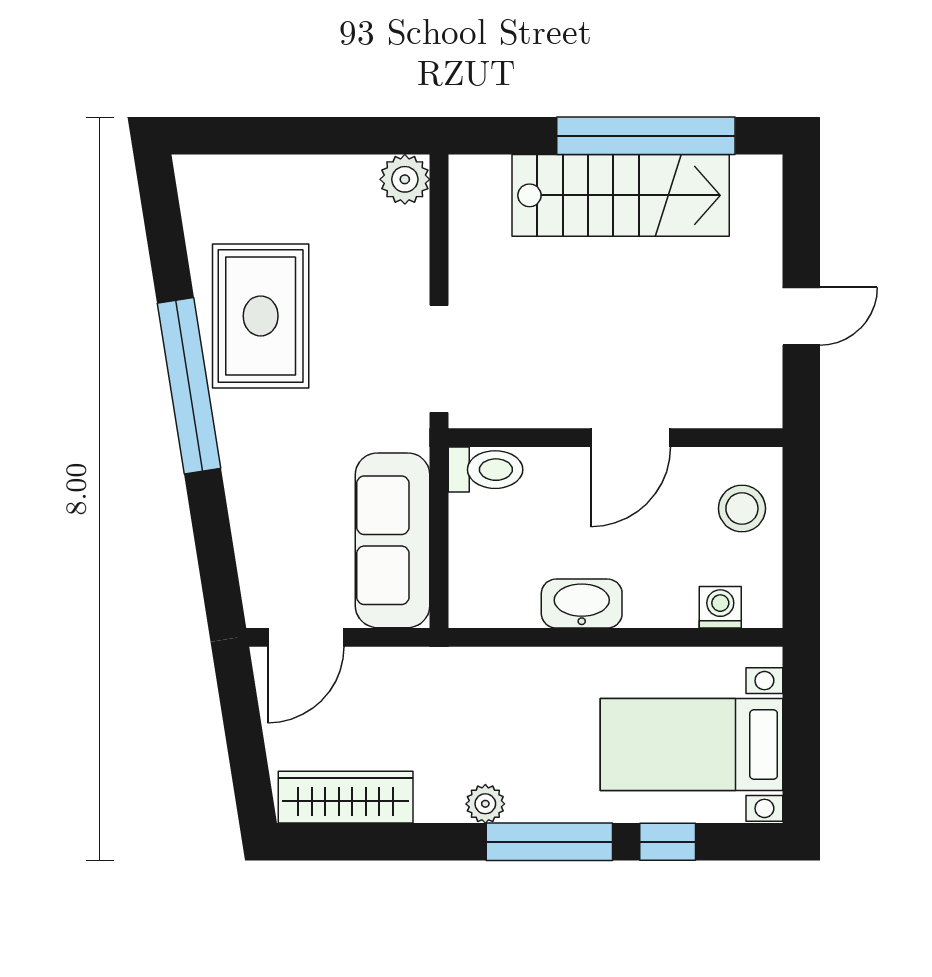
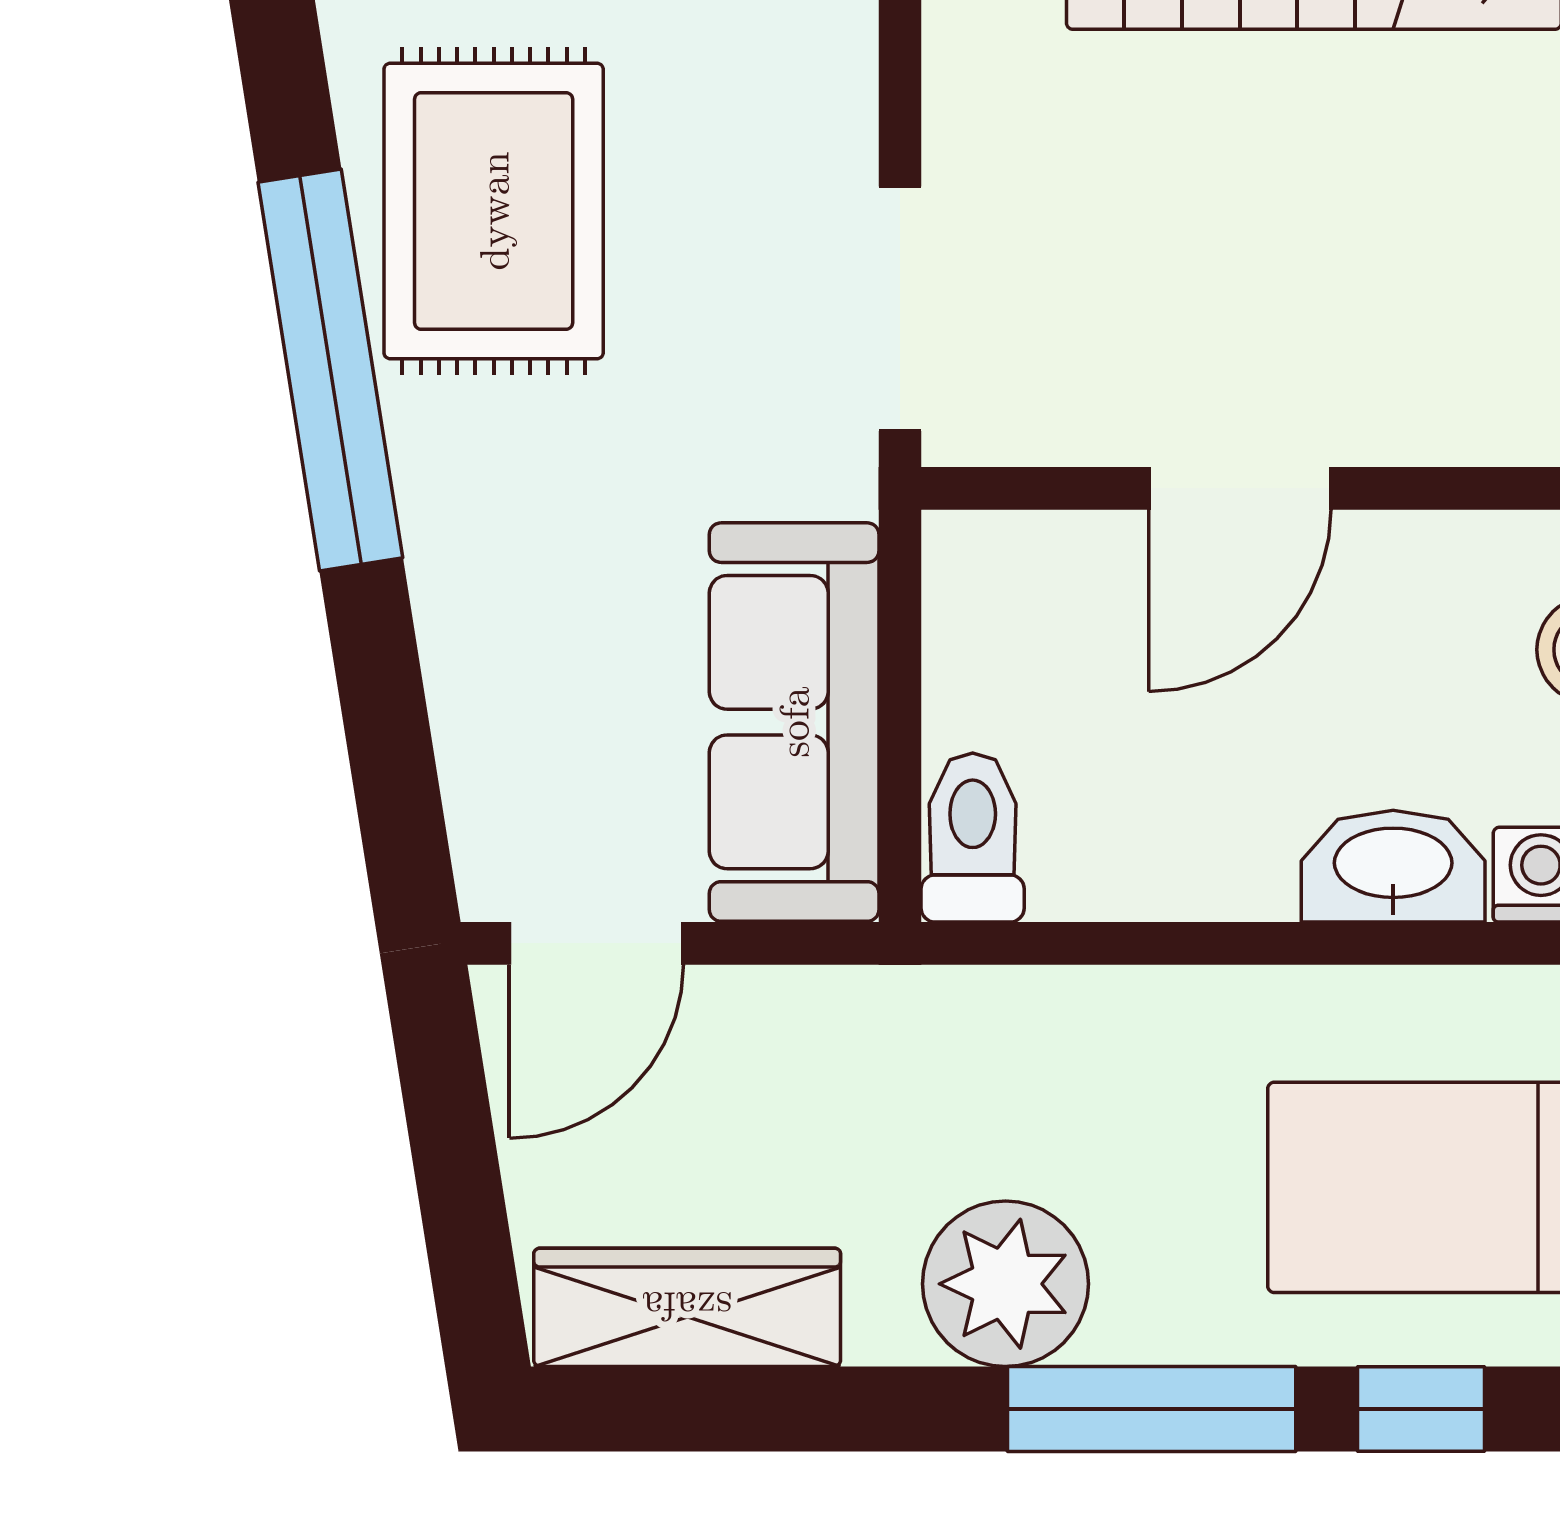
door: (630, 438) -> (1240, 488), moved
toilet: (485, 470) -> (973, 838), moved, turned -90
washbasin: (582, 604) -> (1393, 866), moved
plant: (485, 804) -> (1006, 1284), width x1.87, depth x1.87

